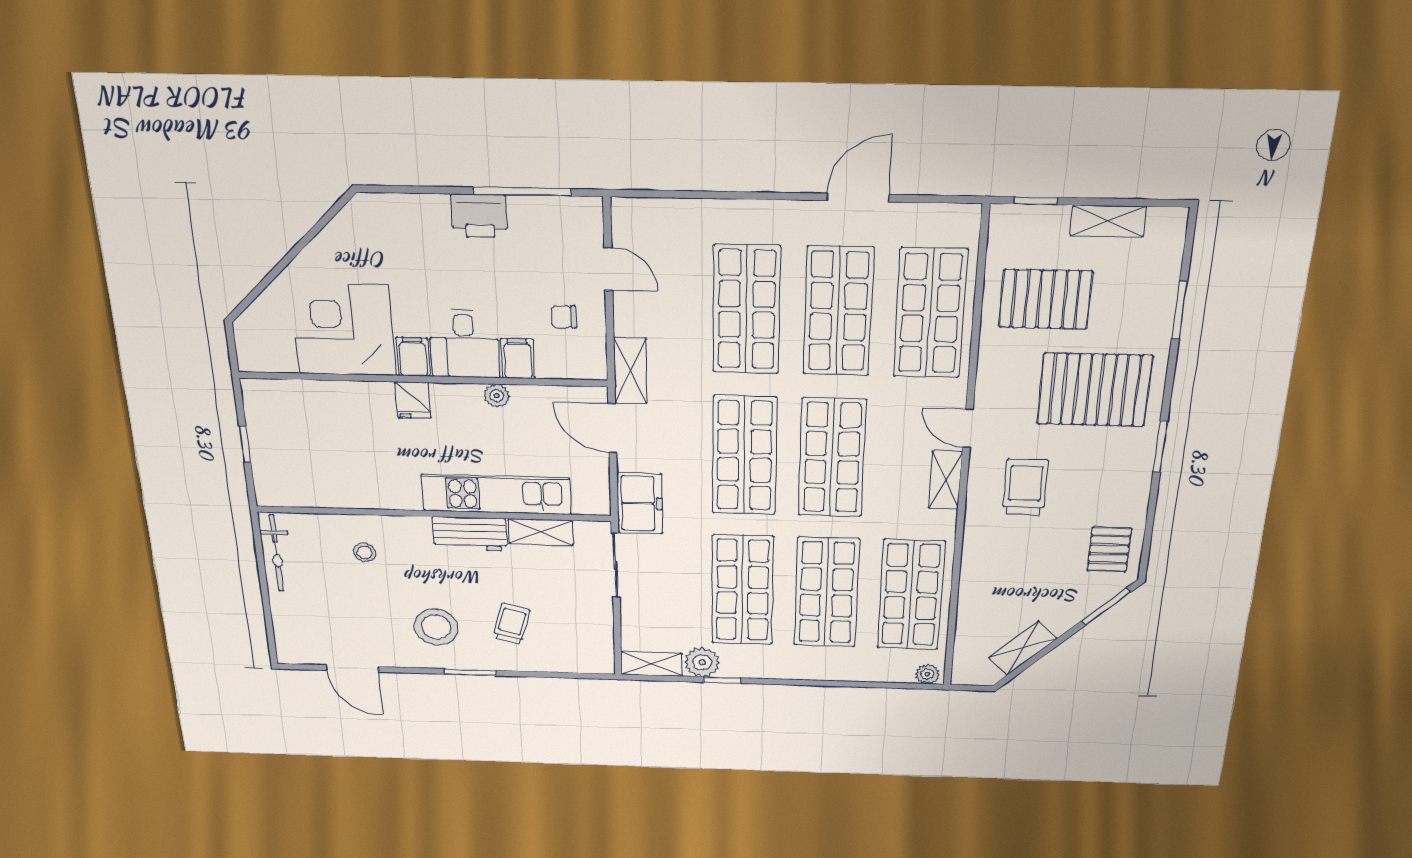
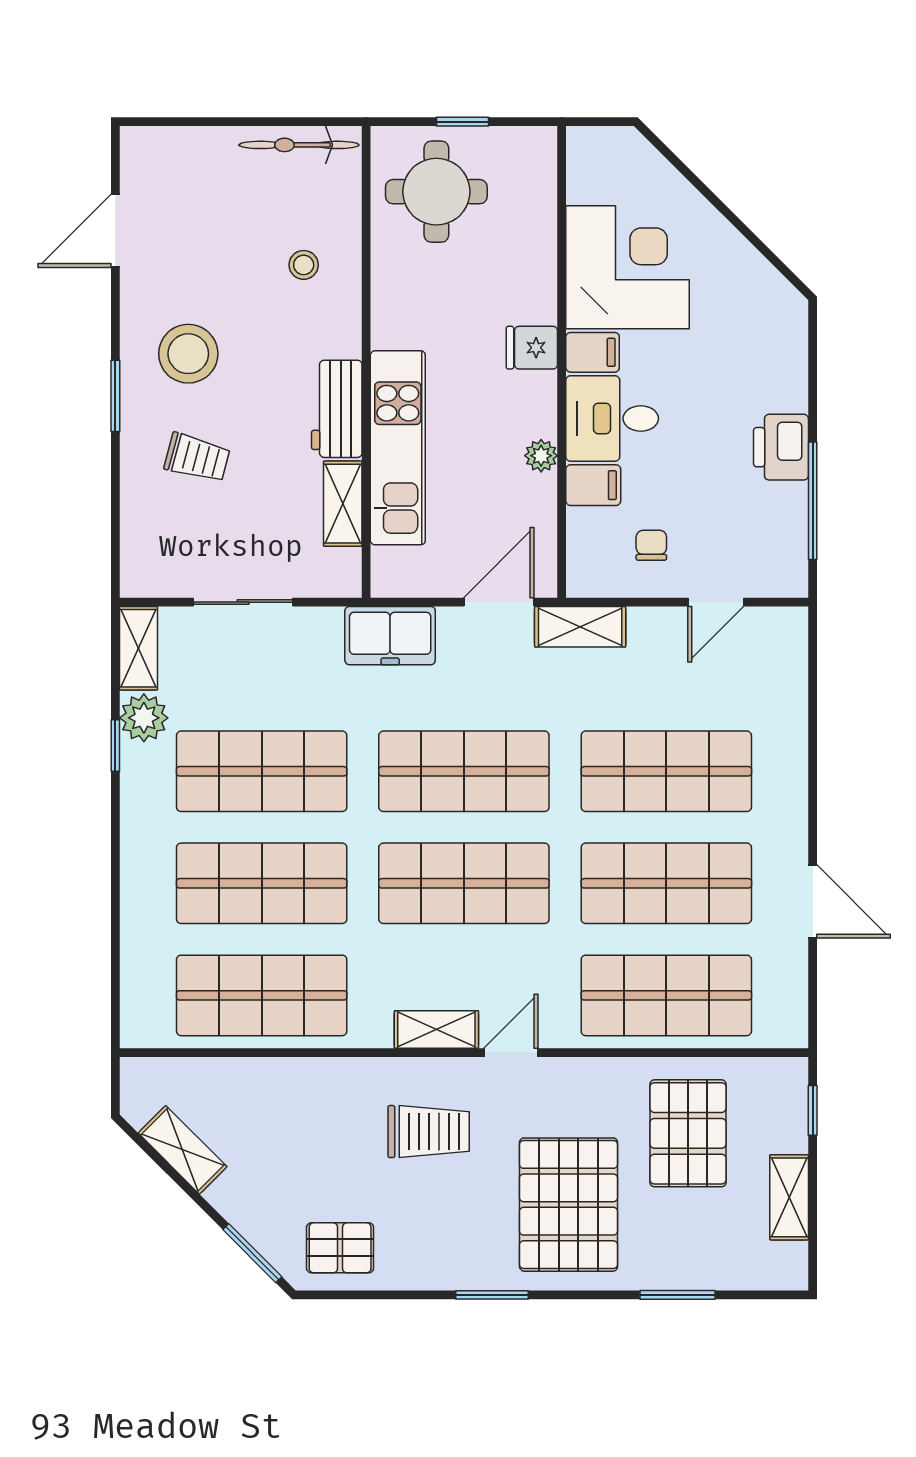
round table: (300, 463) -> (436, 192), added
sliding door: (616, 565) -> (243, 602), moved
plant: (927, 674) -> (136, 1025), removed

